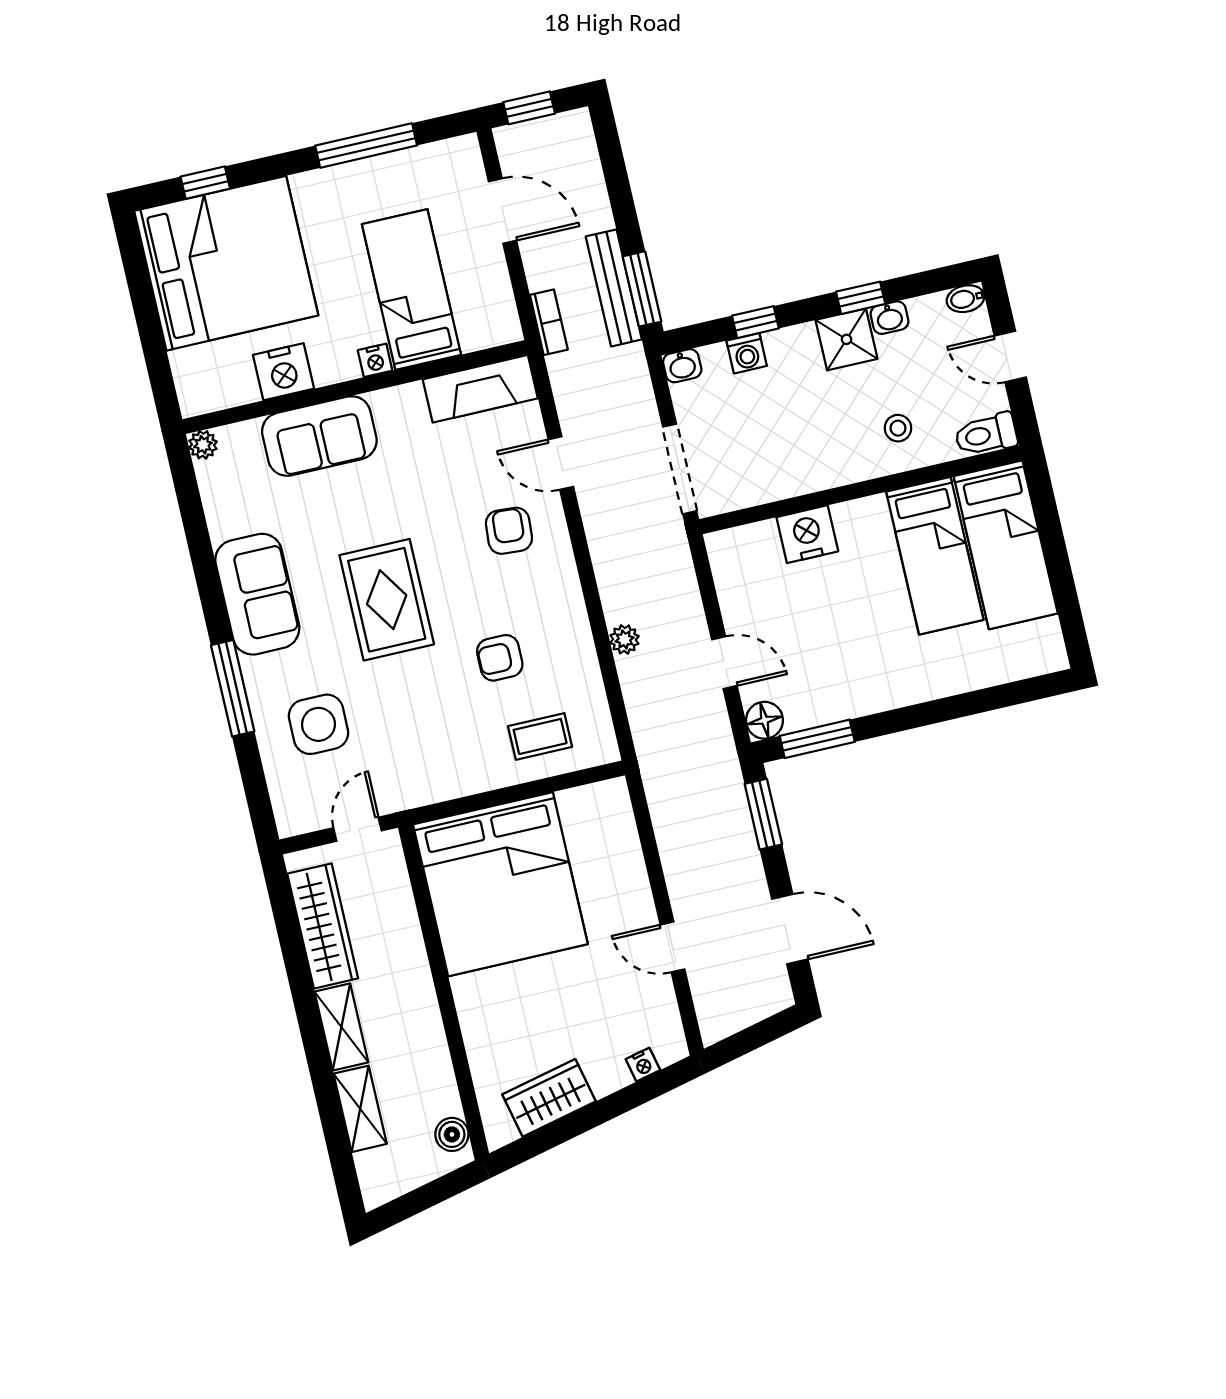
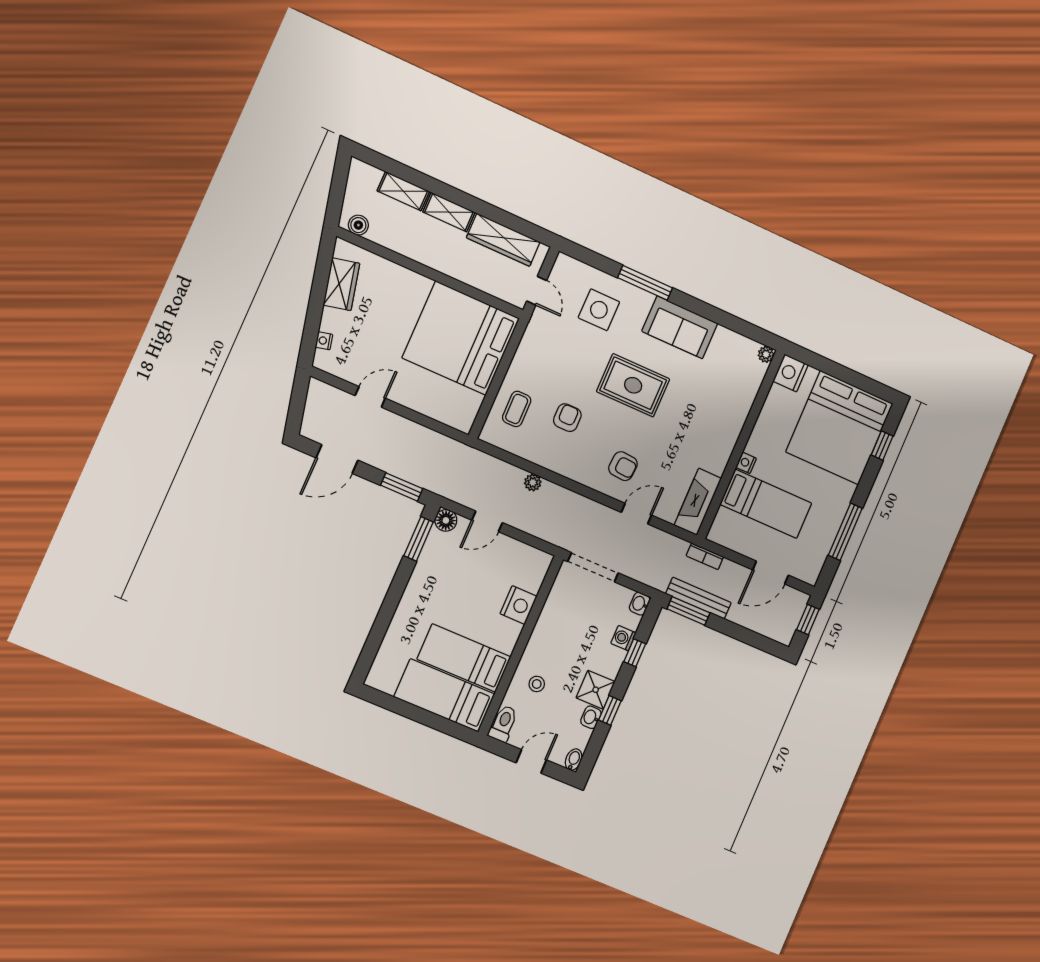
nightstand: (283, 372) -> (791, 373), moved
sofa: (319, 436) -> (731, 411), removed

